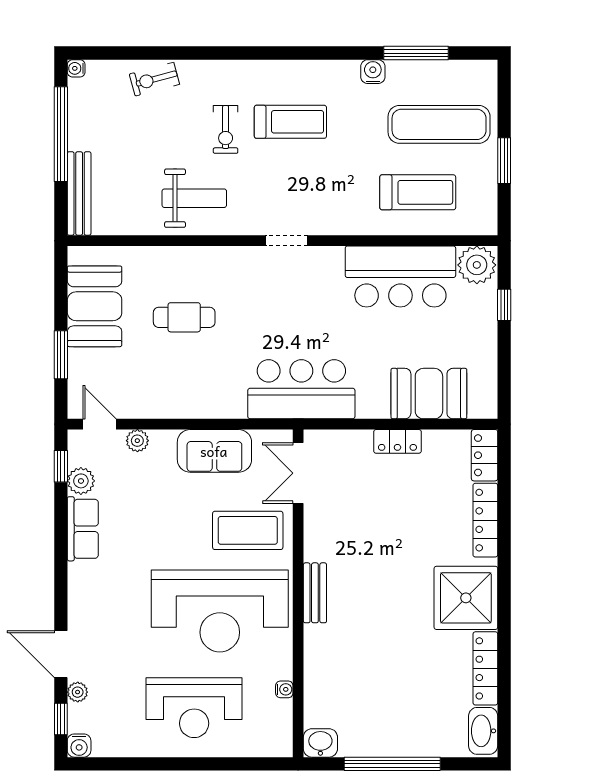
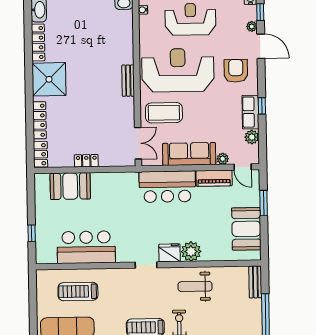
window: (504, 161) -> (33, 309), removed
bench: (79, 193) -> (255, 282), width x0.73
fridge: (242, 263) -> (169, 253), added
plant: (477, 265) -> (191, 251), moved
cafe table: (184, 317) -> (199, 224), removed
bar counter: (301, 389) -> (167, 187), moved
piano: (154, 404) -> (214, 178), added
sofa: (214, 451) -> (189, 154), width x1.36
window: (61, 466) -> (262, 106), moved
armchair: (109, 608) -> (236, 71), added
water cooler: (284, 689) -> (143, 10), moved

